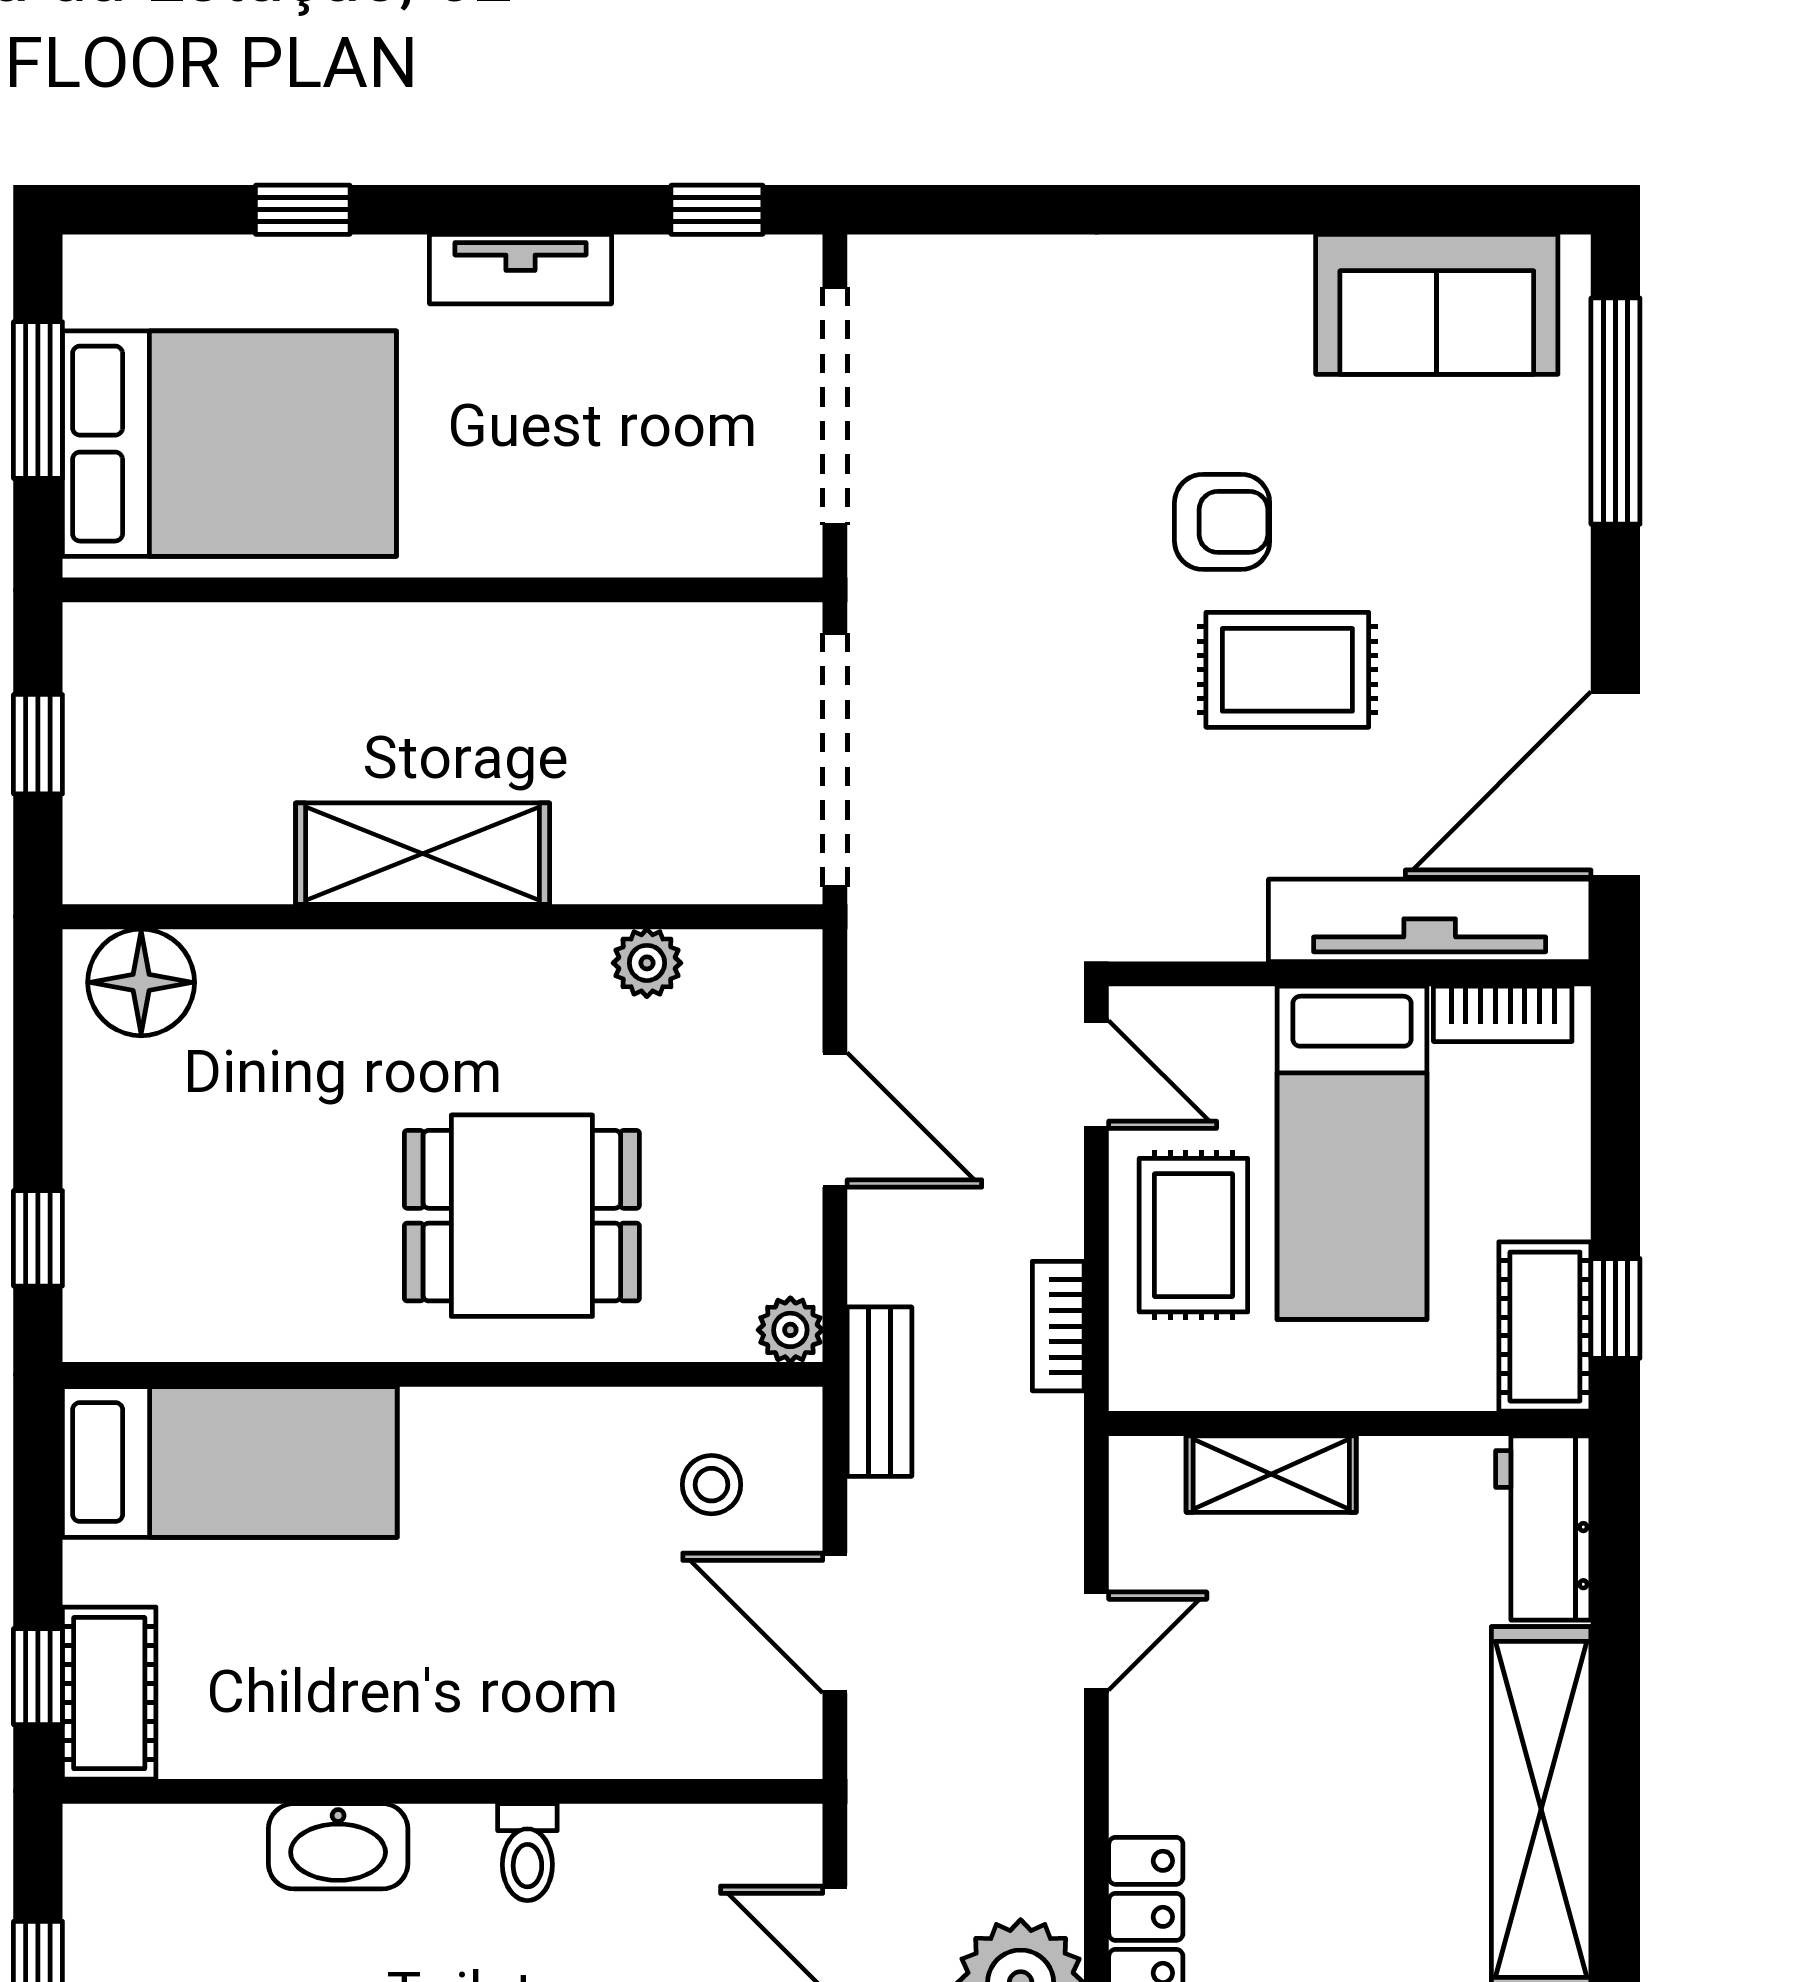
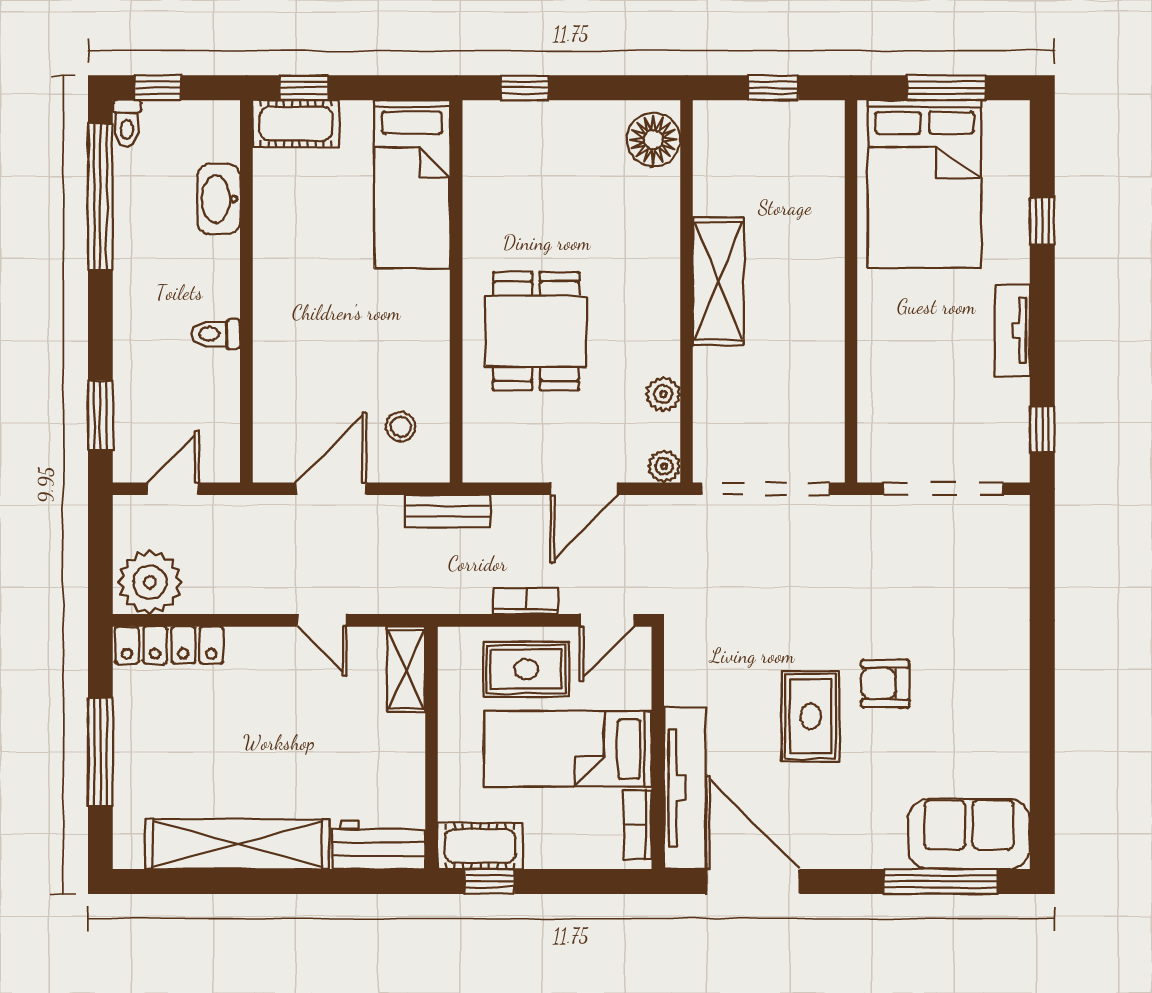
sofa: (1437, 304) -> (969, 834), moved, turned 90
armchair: (1222, 522) -> (885, 684), turned 90
bookcase: (1058, 1326) -> (526, 601), moved
plant: (790, 1330) -> (664, 466), moved
shelving: (1271, 1474) -> (406, 669), moved
washbasin: (338, 1846) -> (219, 199), moved

